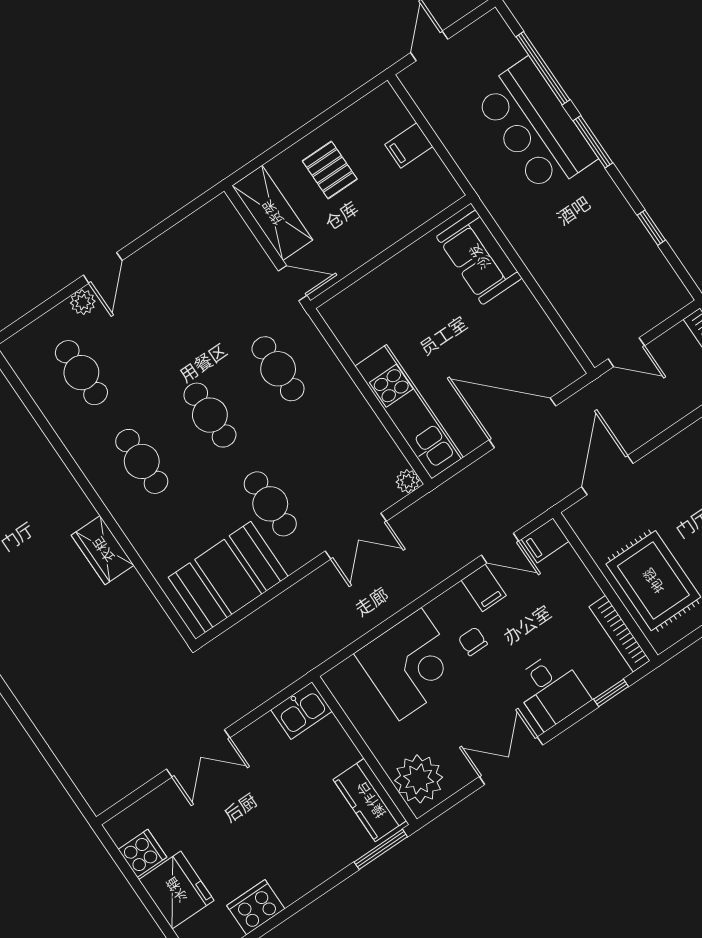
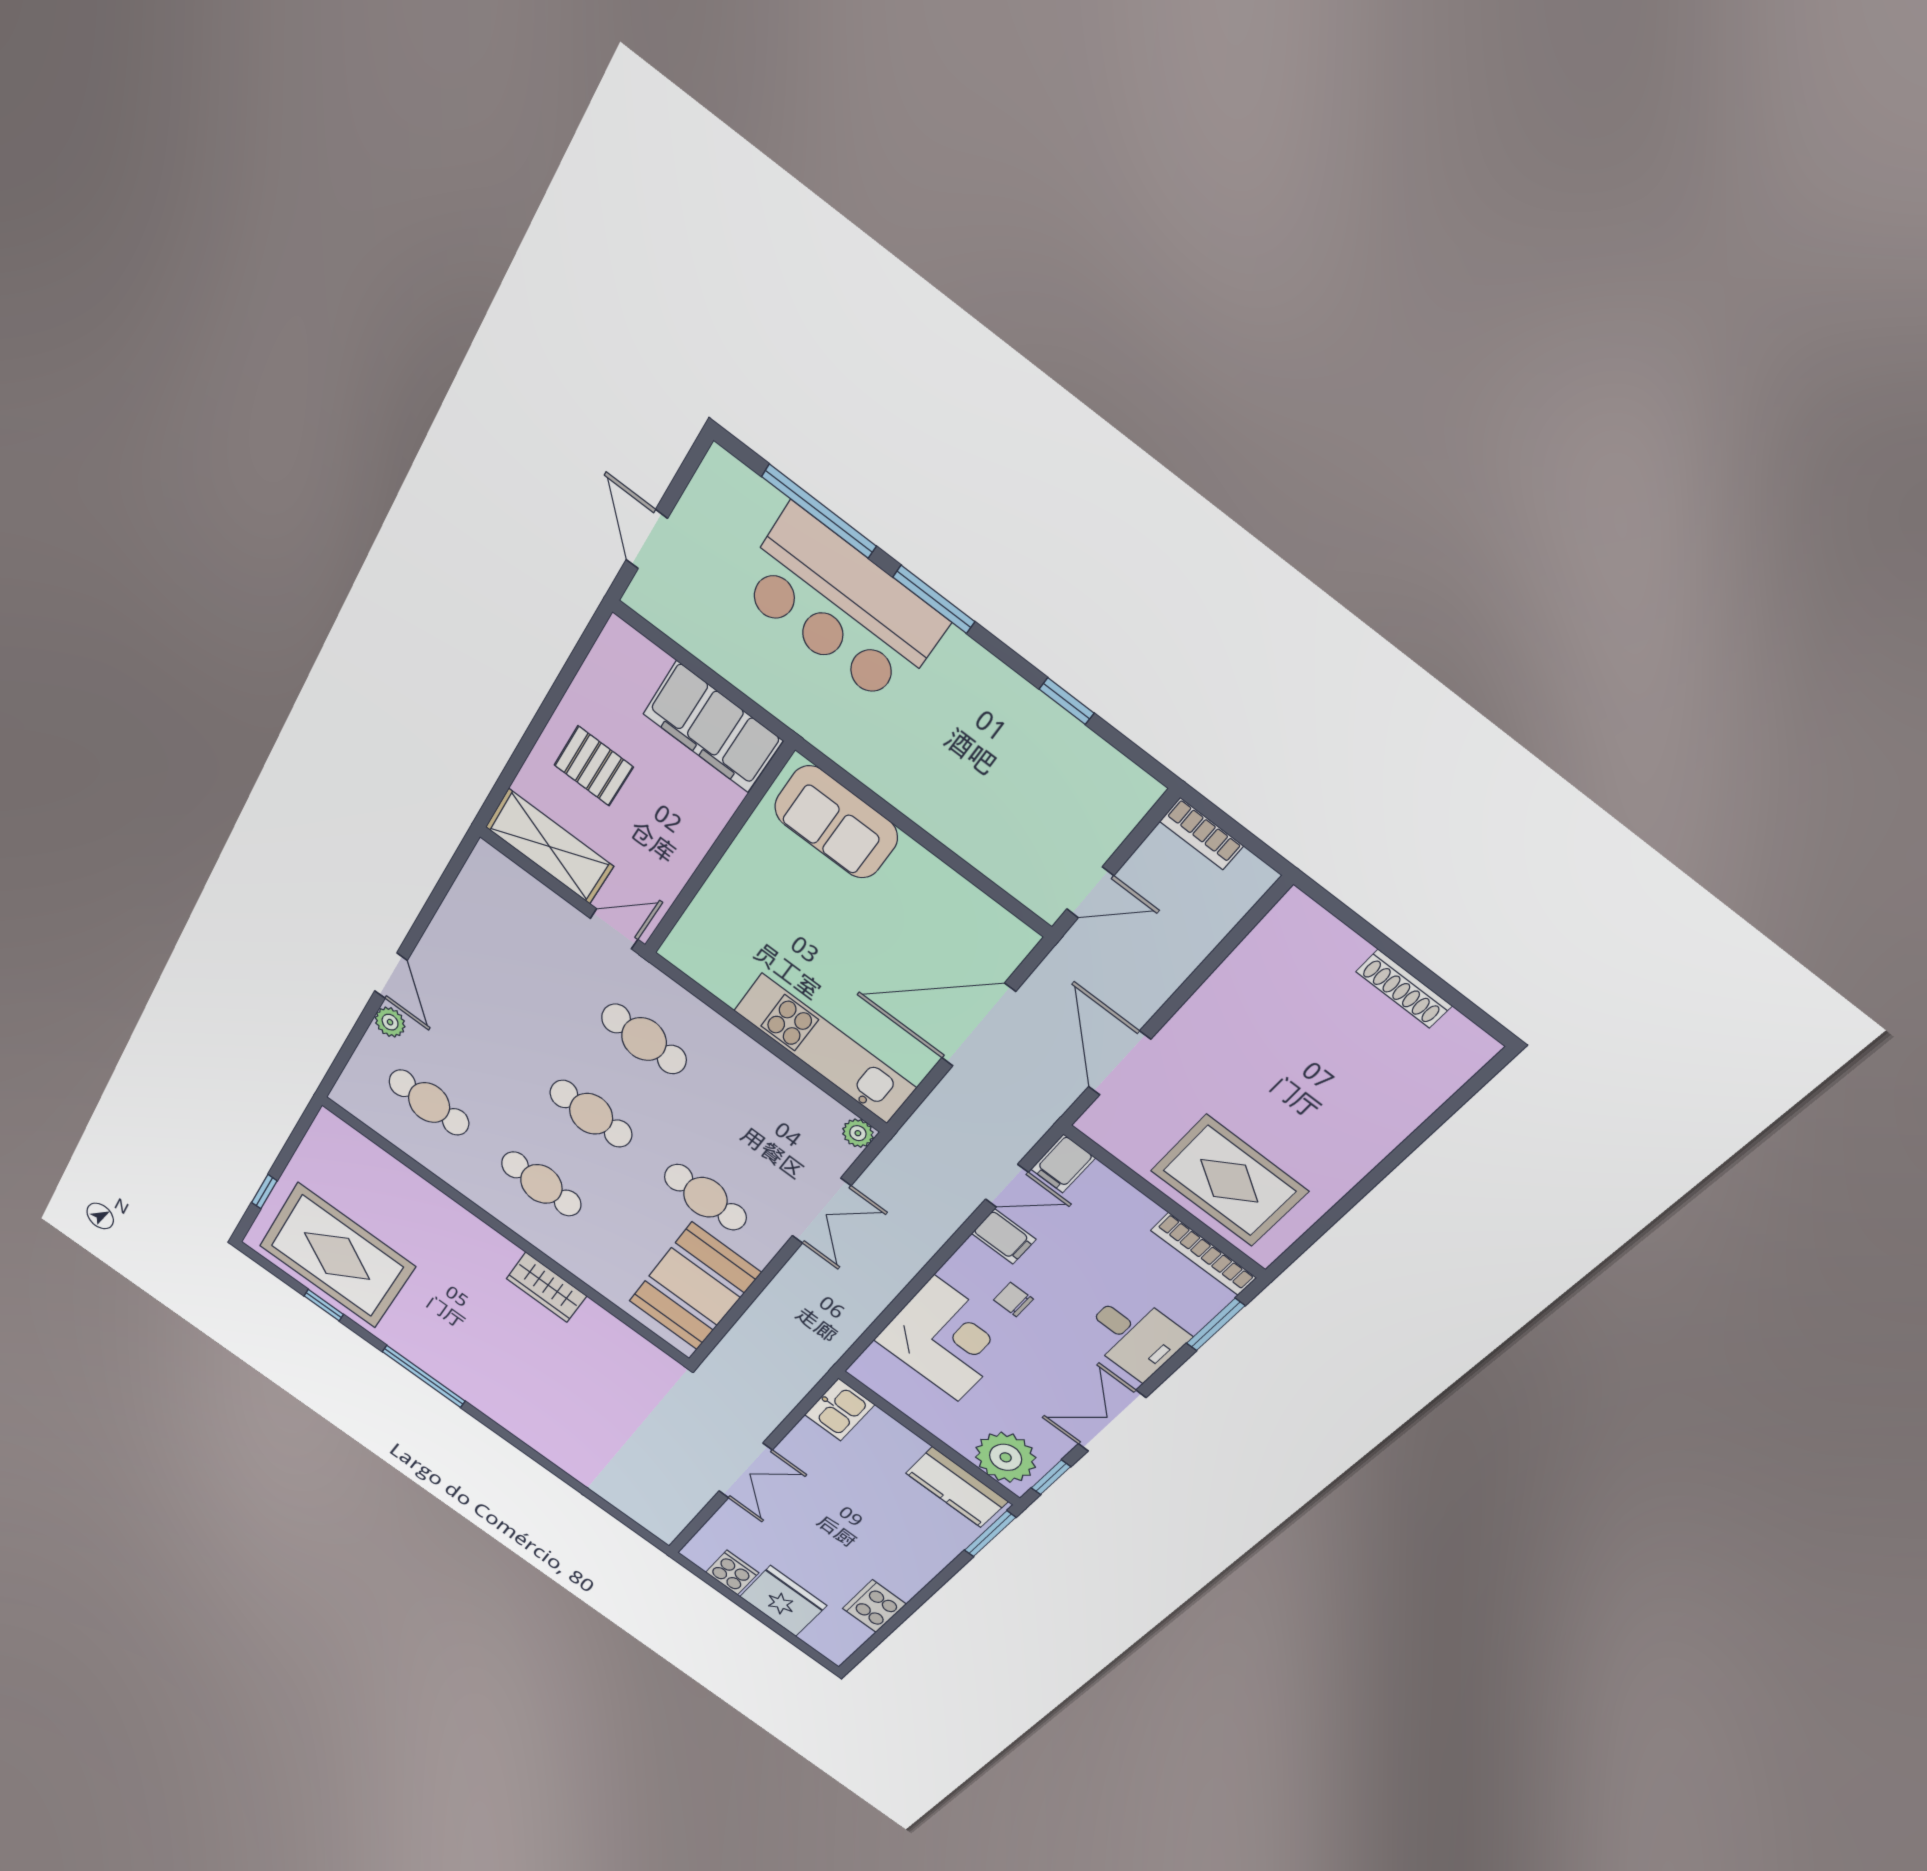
filing cabinet: (409, 146) -> (713, 727), width x3.00, depth x1.17
window: (611, 693) -> (1216, 1325), width x1.50
window: (448, 804) -> (1051, 1477), added

